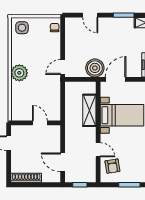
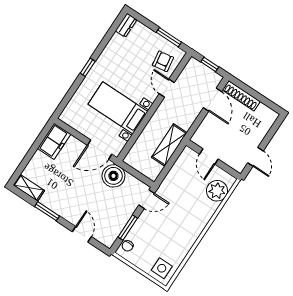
window: (63, 40) -> (128, 228), added
plant: (19, 73) -> (217, 191), moved
shelving: (89, 110) -> (169, 145), moved
shoe rack: (26, 178) -> (241, 96), moved
window: (129, 185) -> (169, 37), moved

